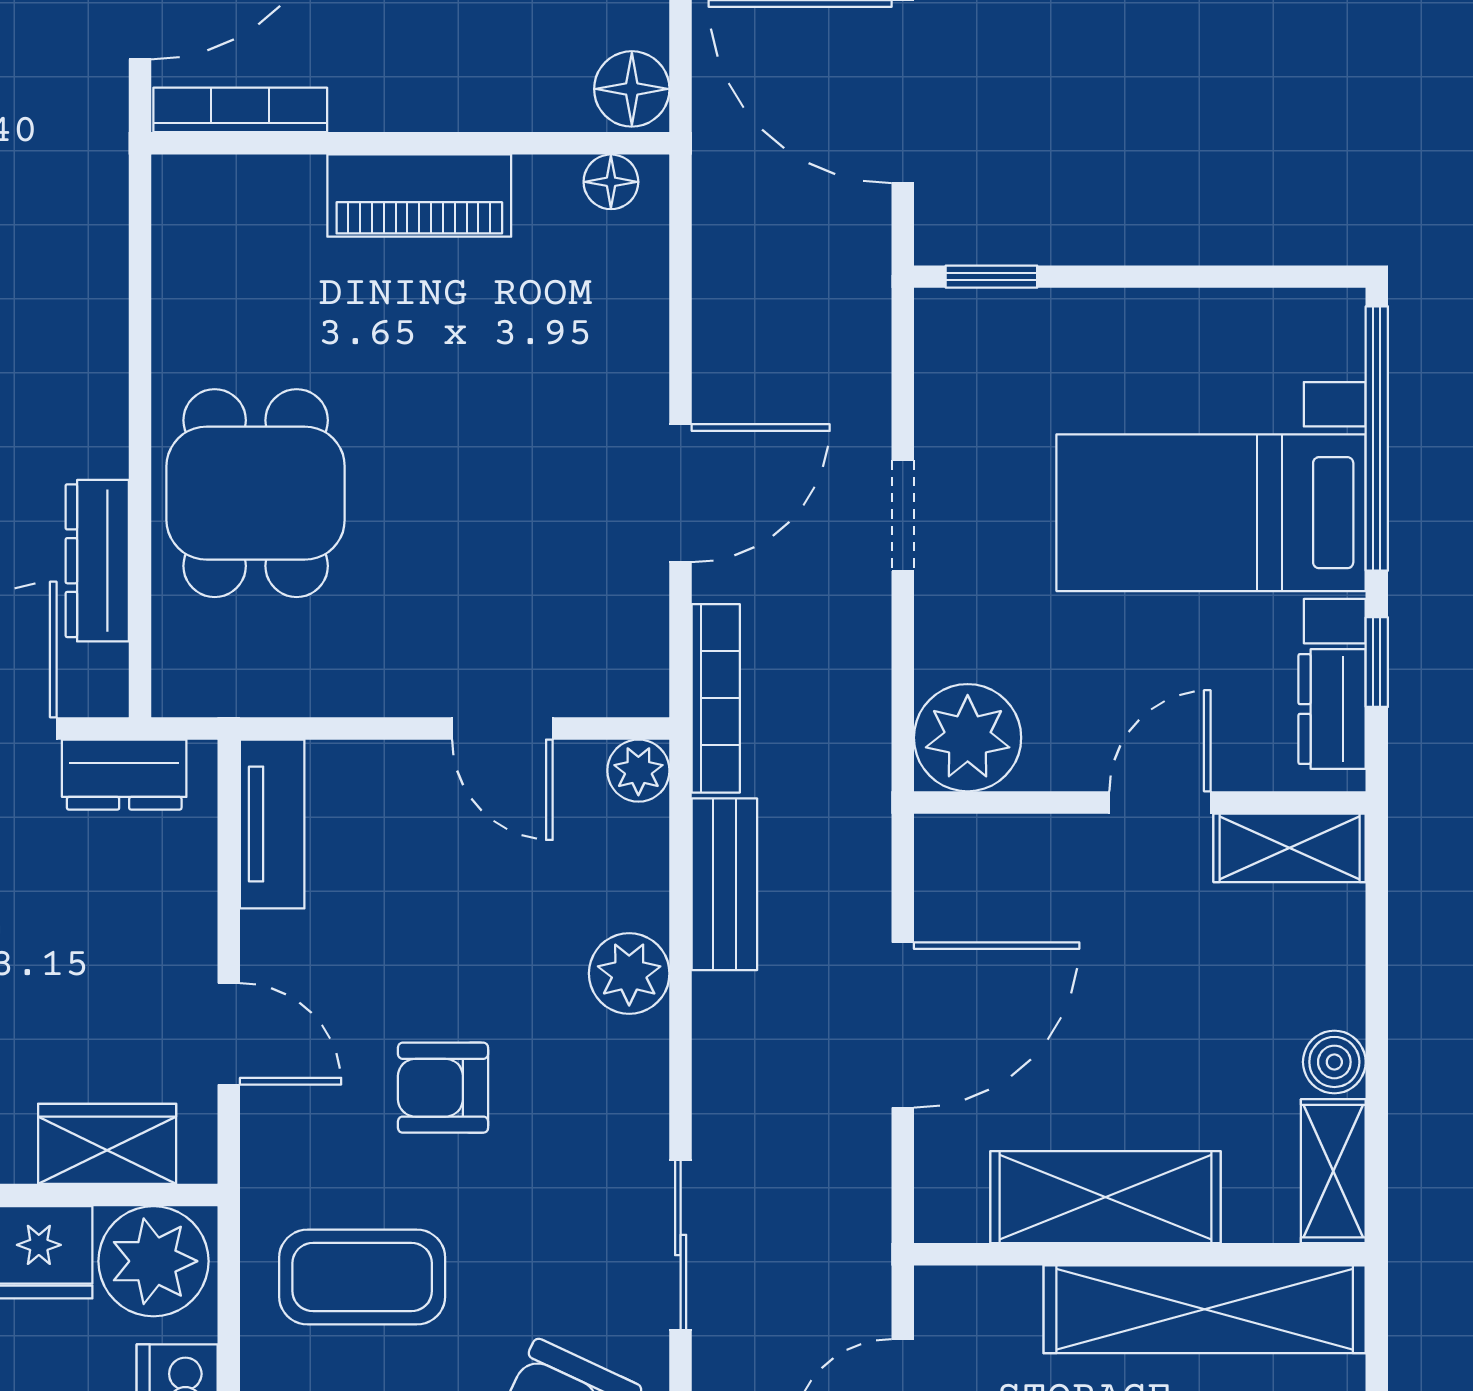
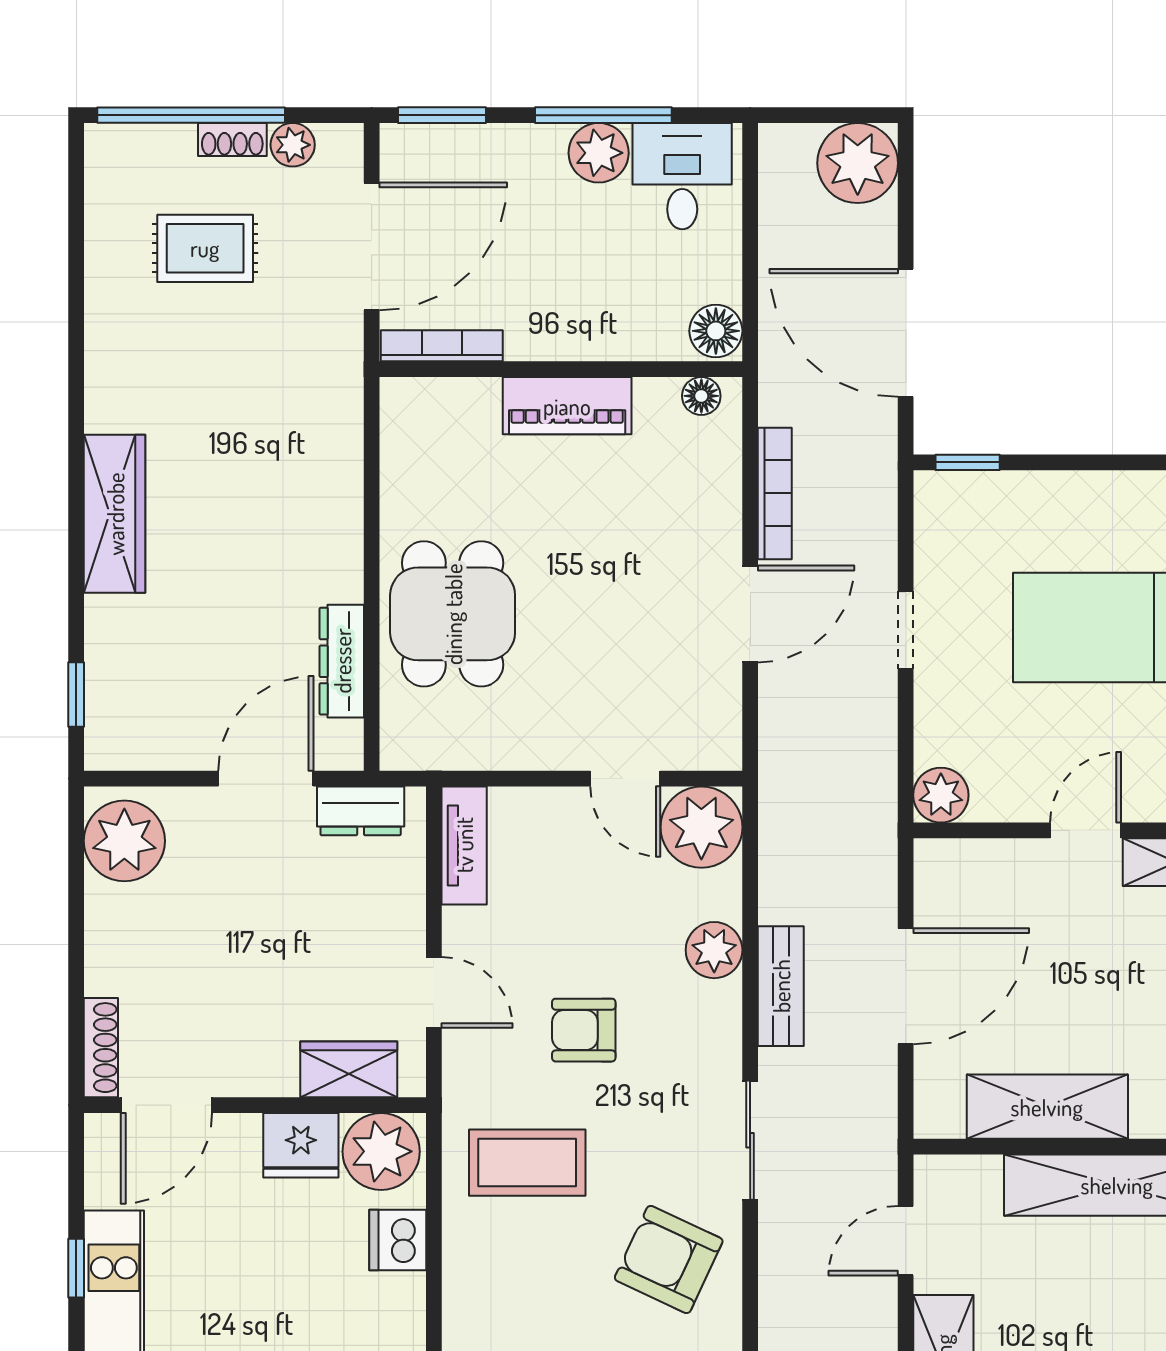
bookcase: (716, 698) -> (775, 493), moved
plant: (968, 738) -> (941, 795), width x0.73, depth x0.73
plant: (638, 771) -> (701, 827), width x1.88, depth x1.88
bench: (724, 884) -> (781, 986), moved

